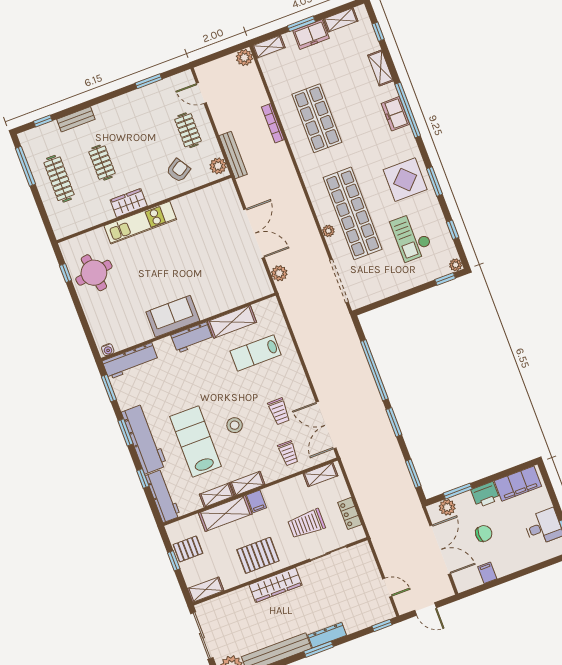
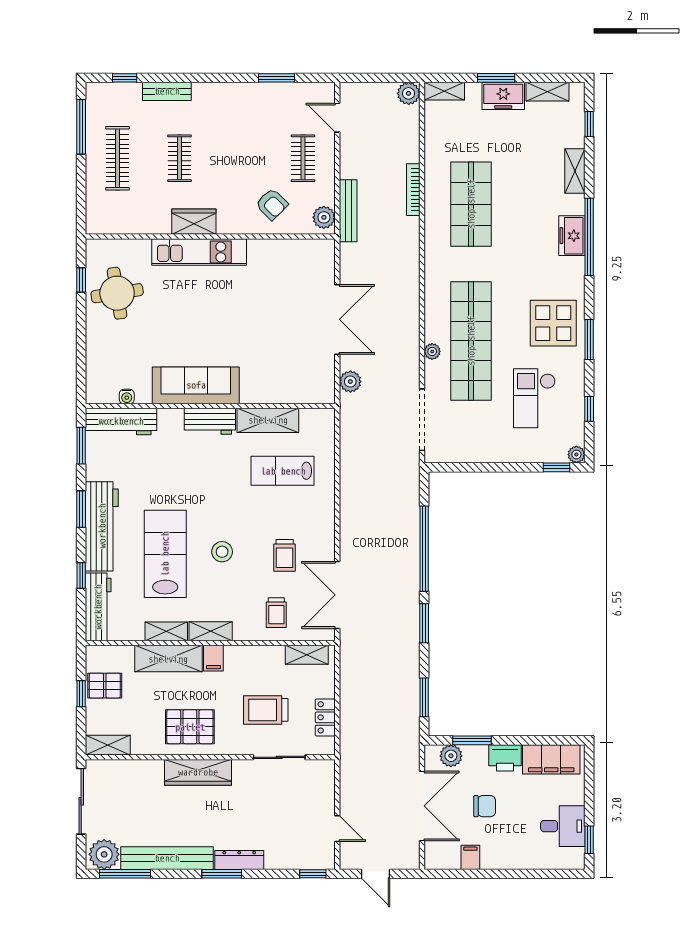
armchair: (178, 170) -> (272, 204), turned 77
sofa: (173, 316) -> (196, 385), width x1.36
water cooler: (108, 350) -> (127, 397), moved

